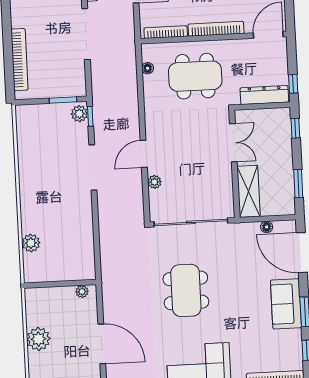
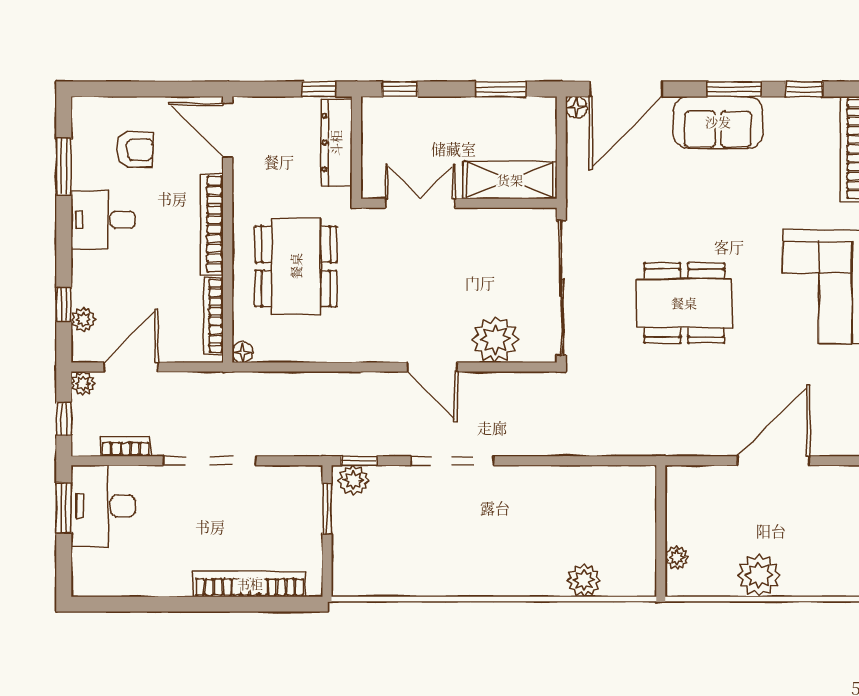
floor lamp: (148, 68) -> (243, 352), moved
plant: (154, 182) -> (495, 339), width x1.87, depth x1.87
floor lamp: (267, 227) -> (576, 107), moved
plant: (82, 292) -> (677, 557), moved

